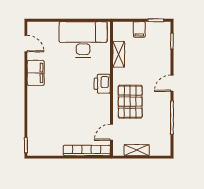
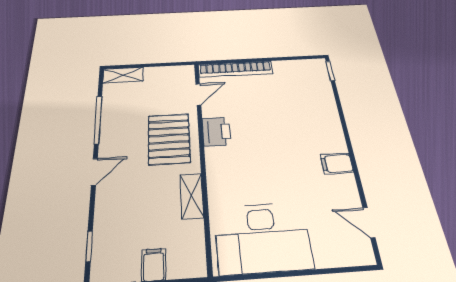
shelving: (119, 54) -> (192, 196), moved
filing cabinet: (36, 73) -> (337, 164), width x0.50
printer: (102, 84) -> (216, 131), moved
shelving: (137, 150) -> (123, 75), moved

